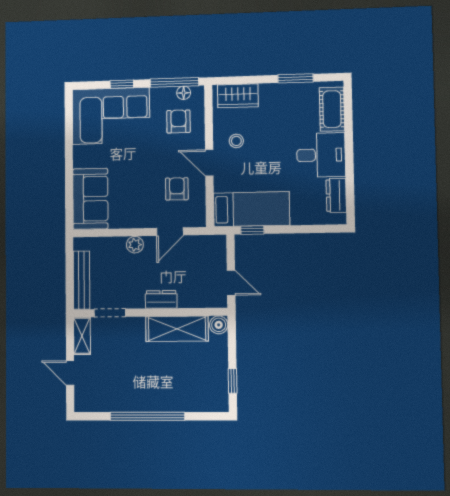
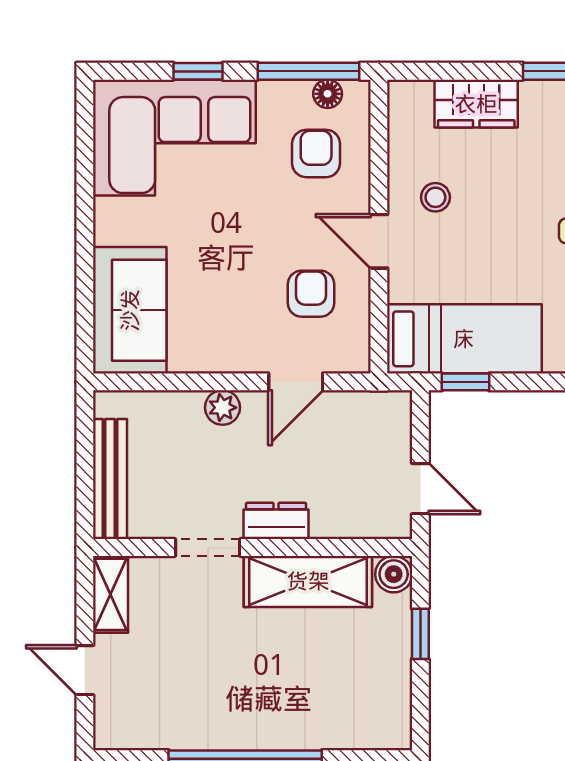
wardrobe: (238, 96) -> (476, 104), moved
doorway: (110, 313) -> (208, 547), moved
window: (233, 381) -> (420, 634), moved

